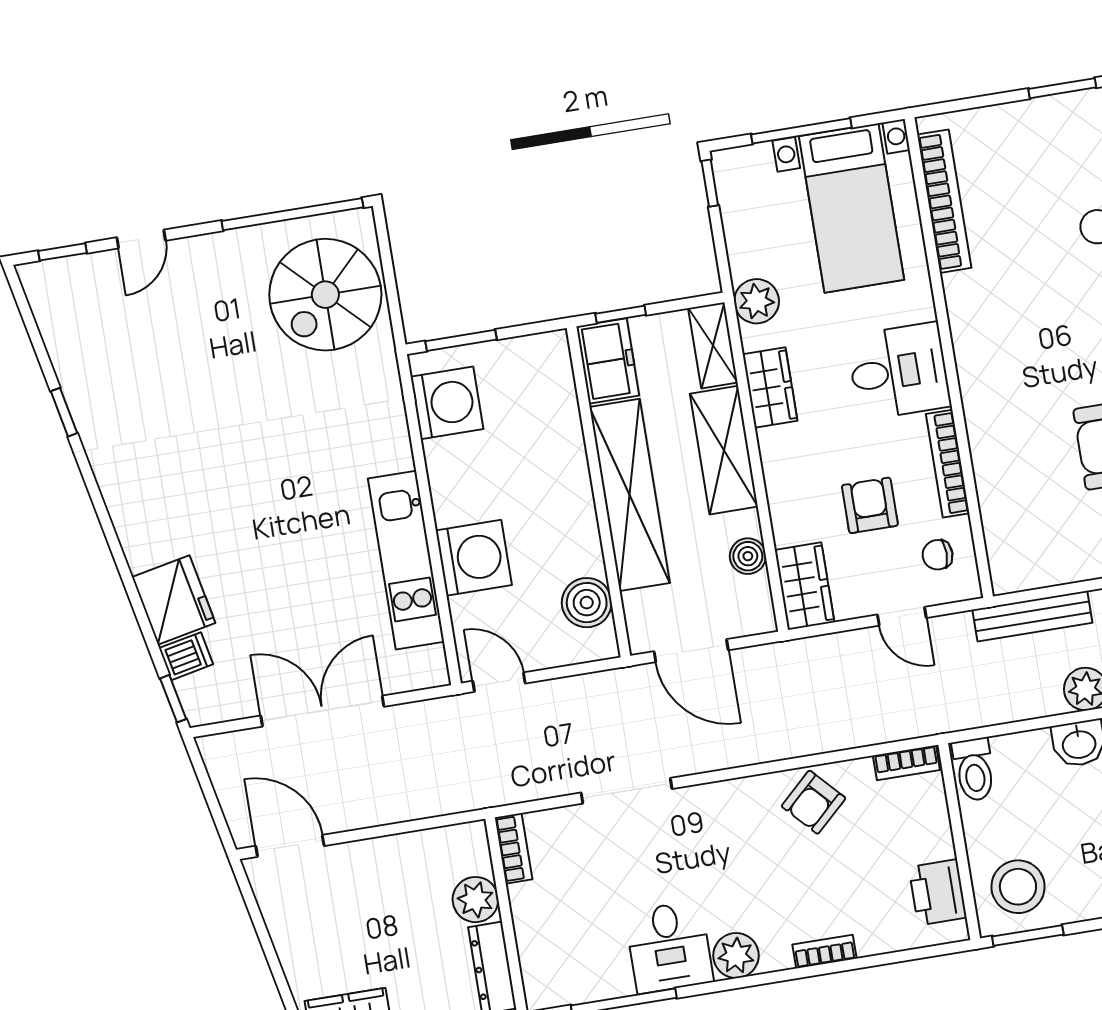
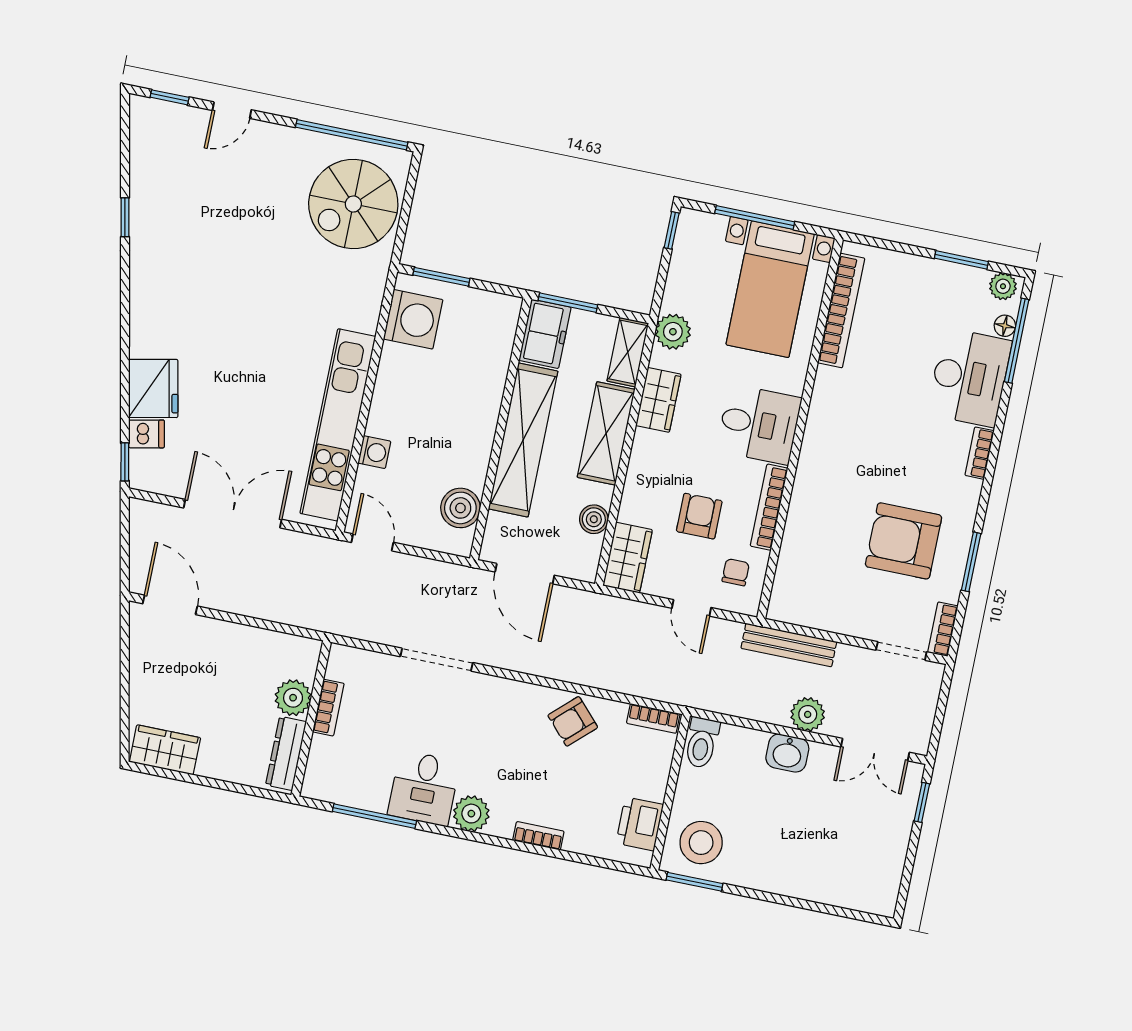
window: (621, 314) -> (568, 303), width x1.50
chair: (938, 555) -> (736, 572), turned 90
washing machine: (474, 558) -> (374, 452), width x0.53, depth x0.53
kitchen unit: (406, 560) -> (338, 425), width x1.36
bookcase: (514, 848) -> (328, 708), moved

